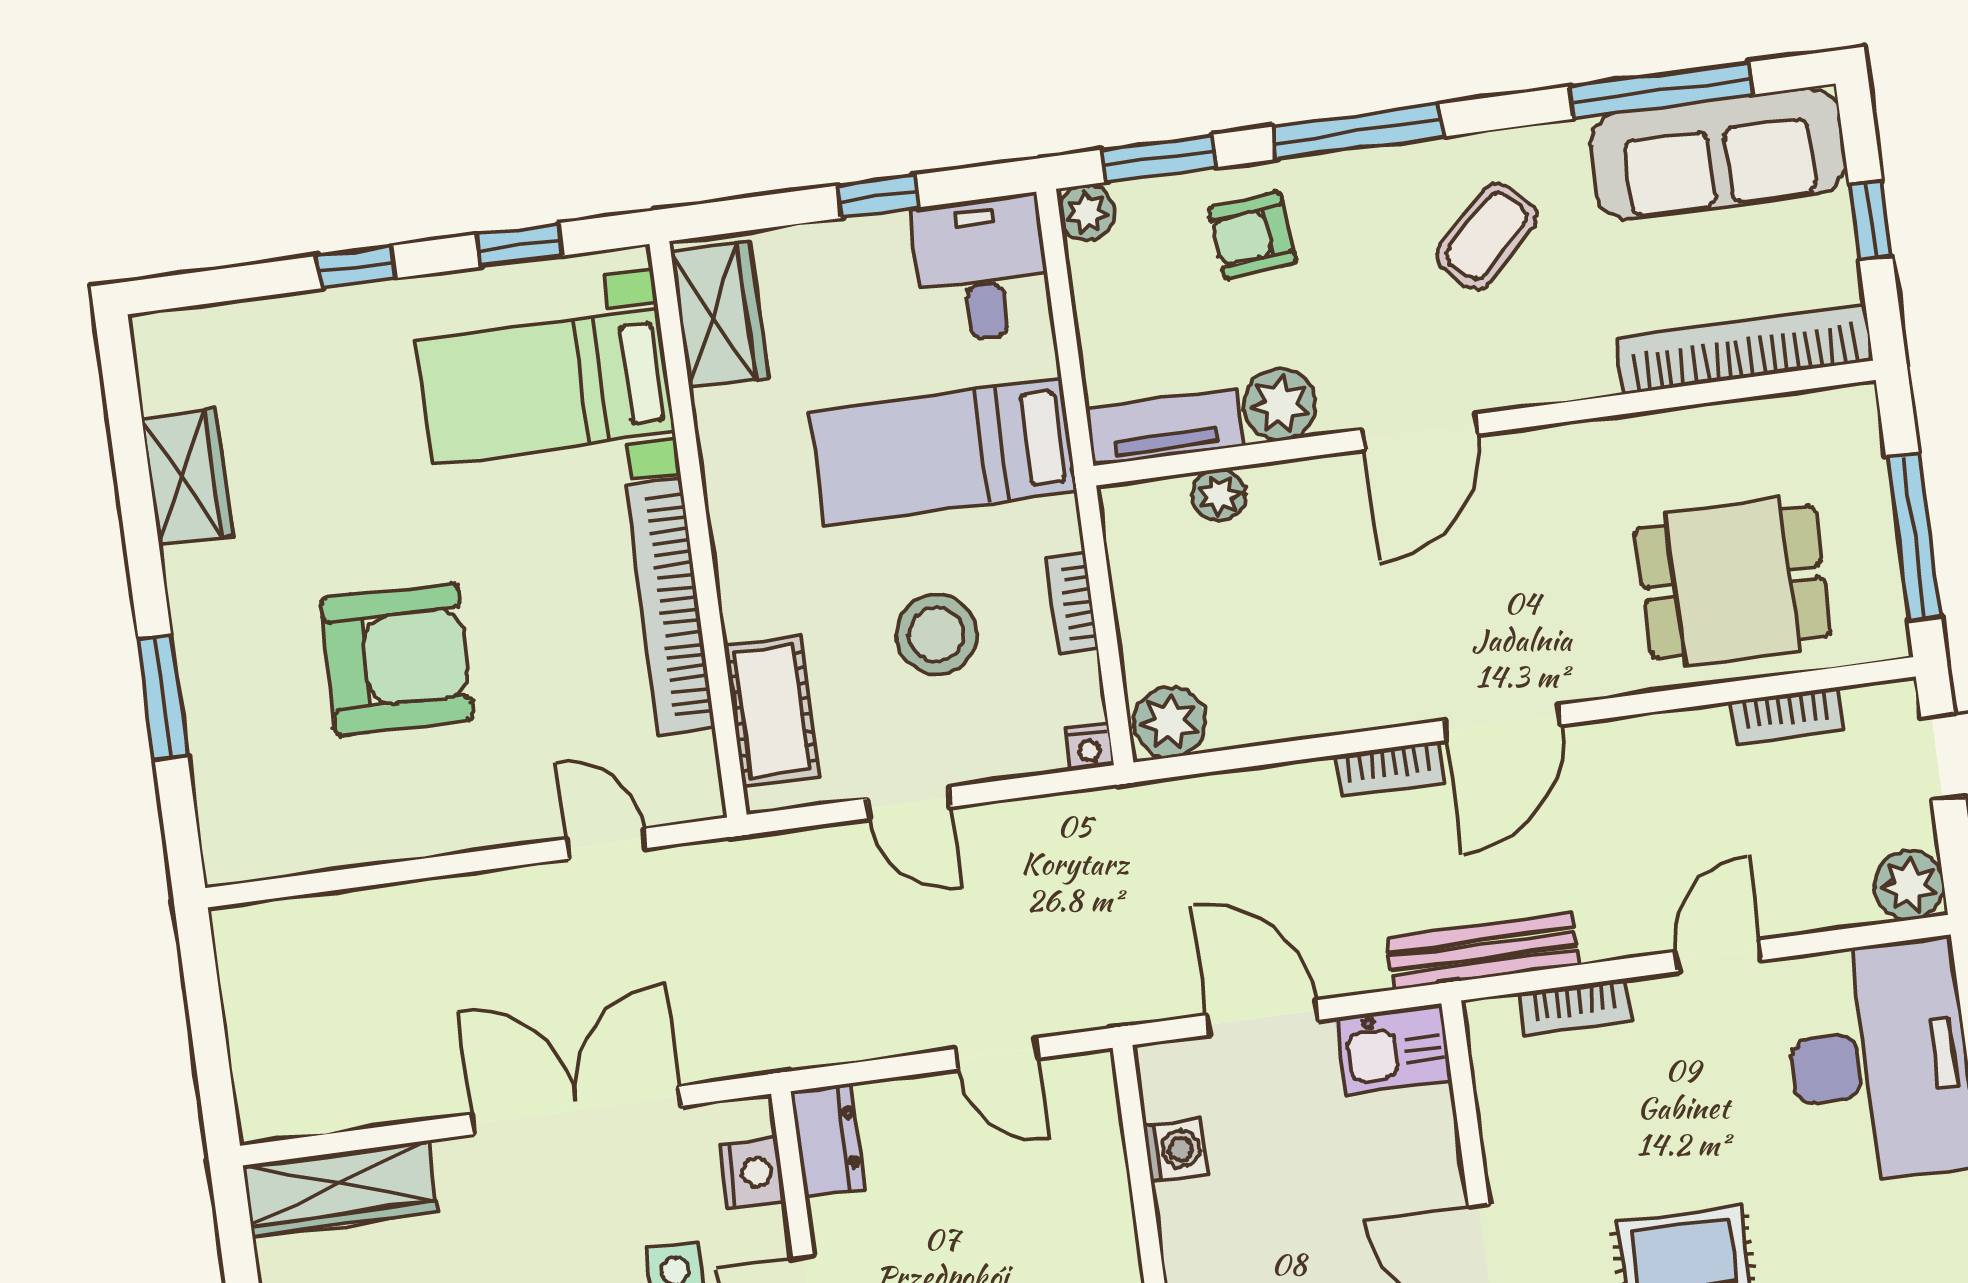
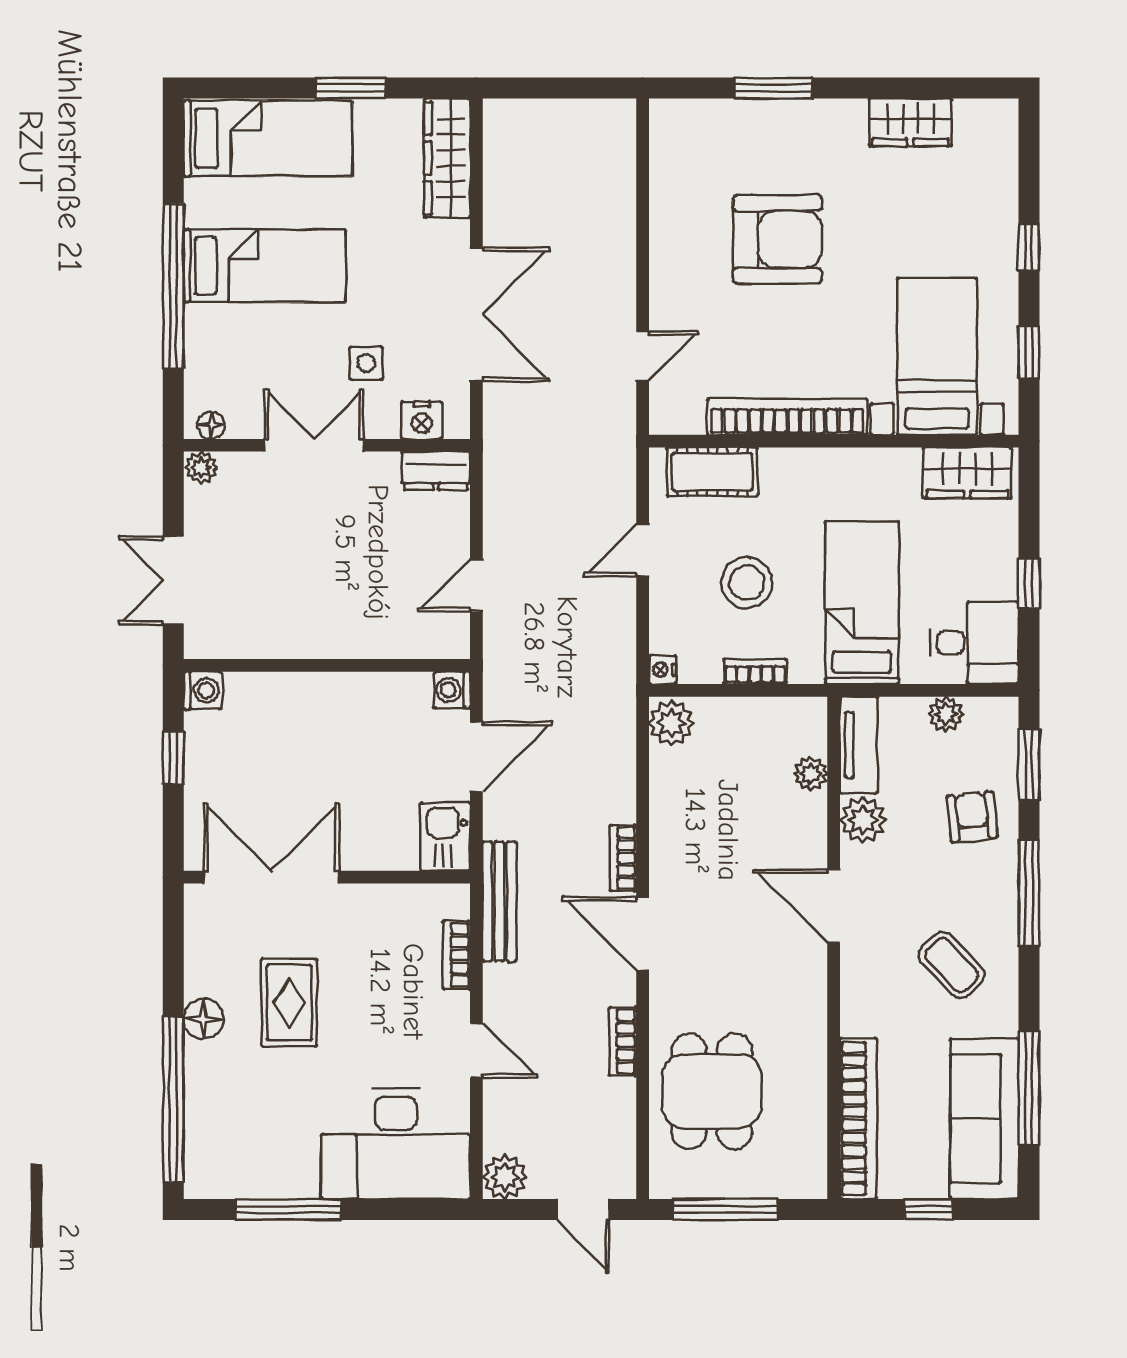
plant: (1087, 213) -> (946, 714), moved
armchair: (397, 659) -> (777, 239), turned -91
bookcase: (1786, 716) -> (623, 1041), moved
washing machine: (1175, 1150) -> (452, 690), moved, turned 90

